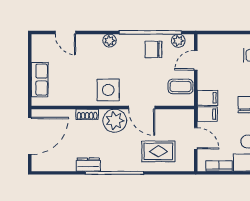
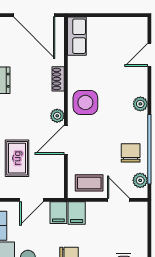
row of seats: (40, 80) -> (77, 36), moved, turned -90
coffee table: (181, 87) -> (89, 183), turned 90
plant: (115, 121) -> (57, 116), width x0.53, depth x0.53

